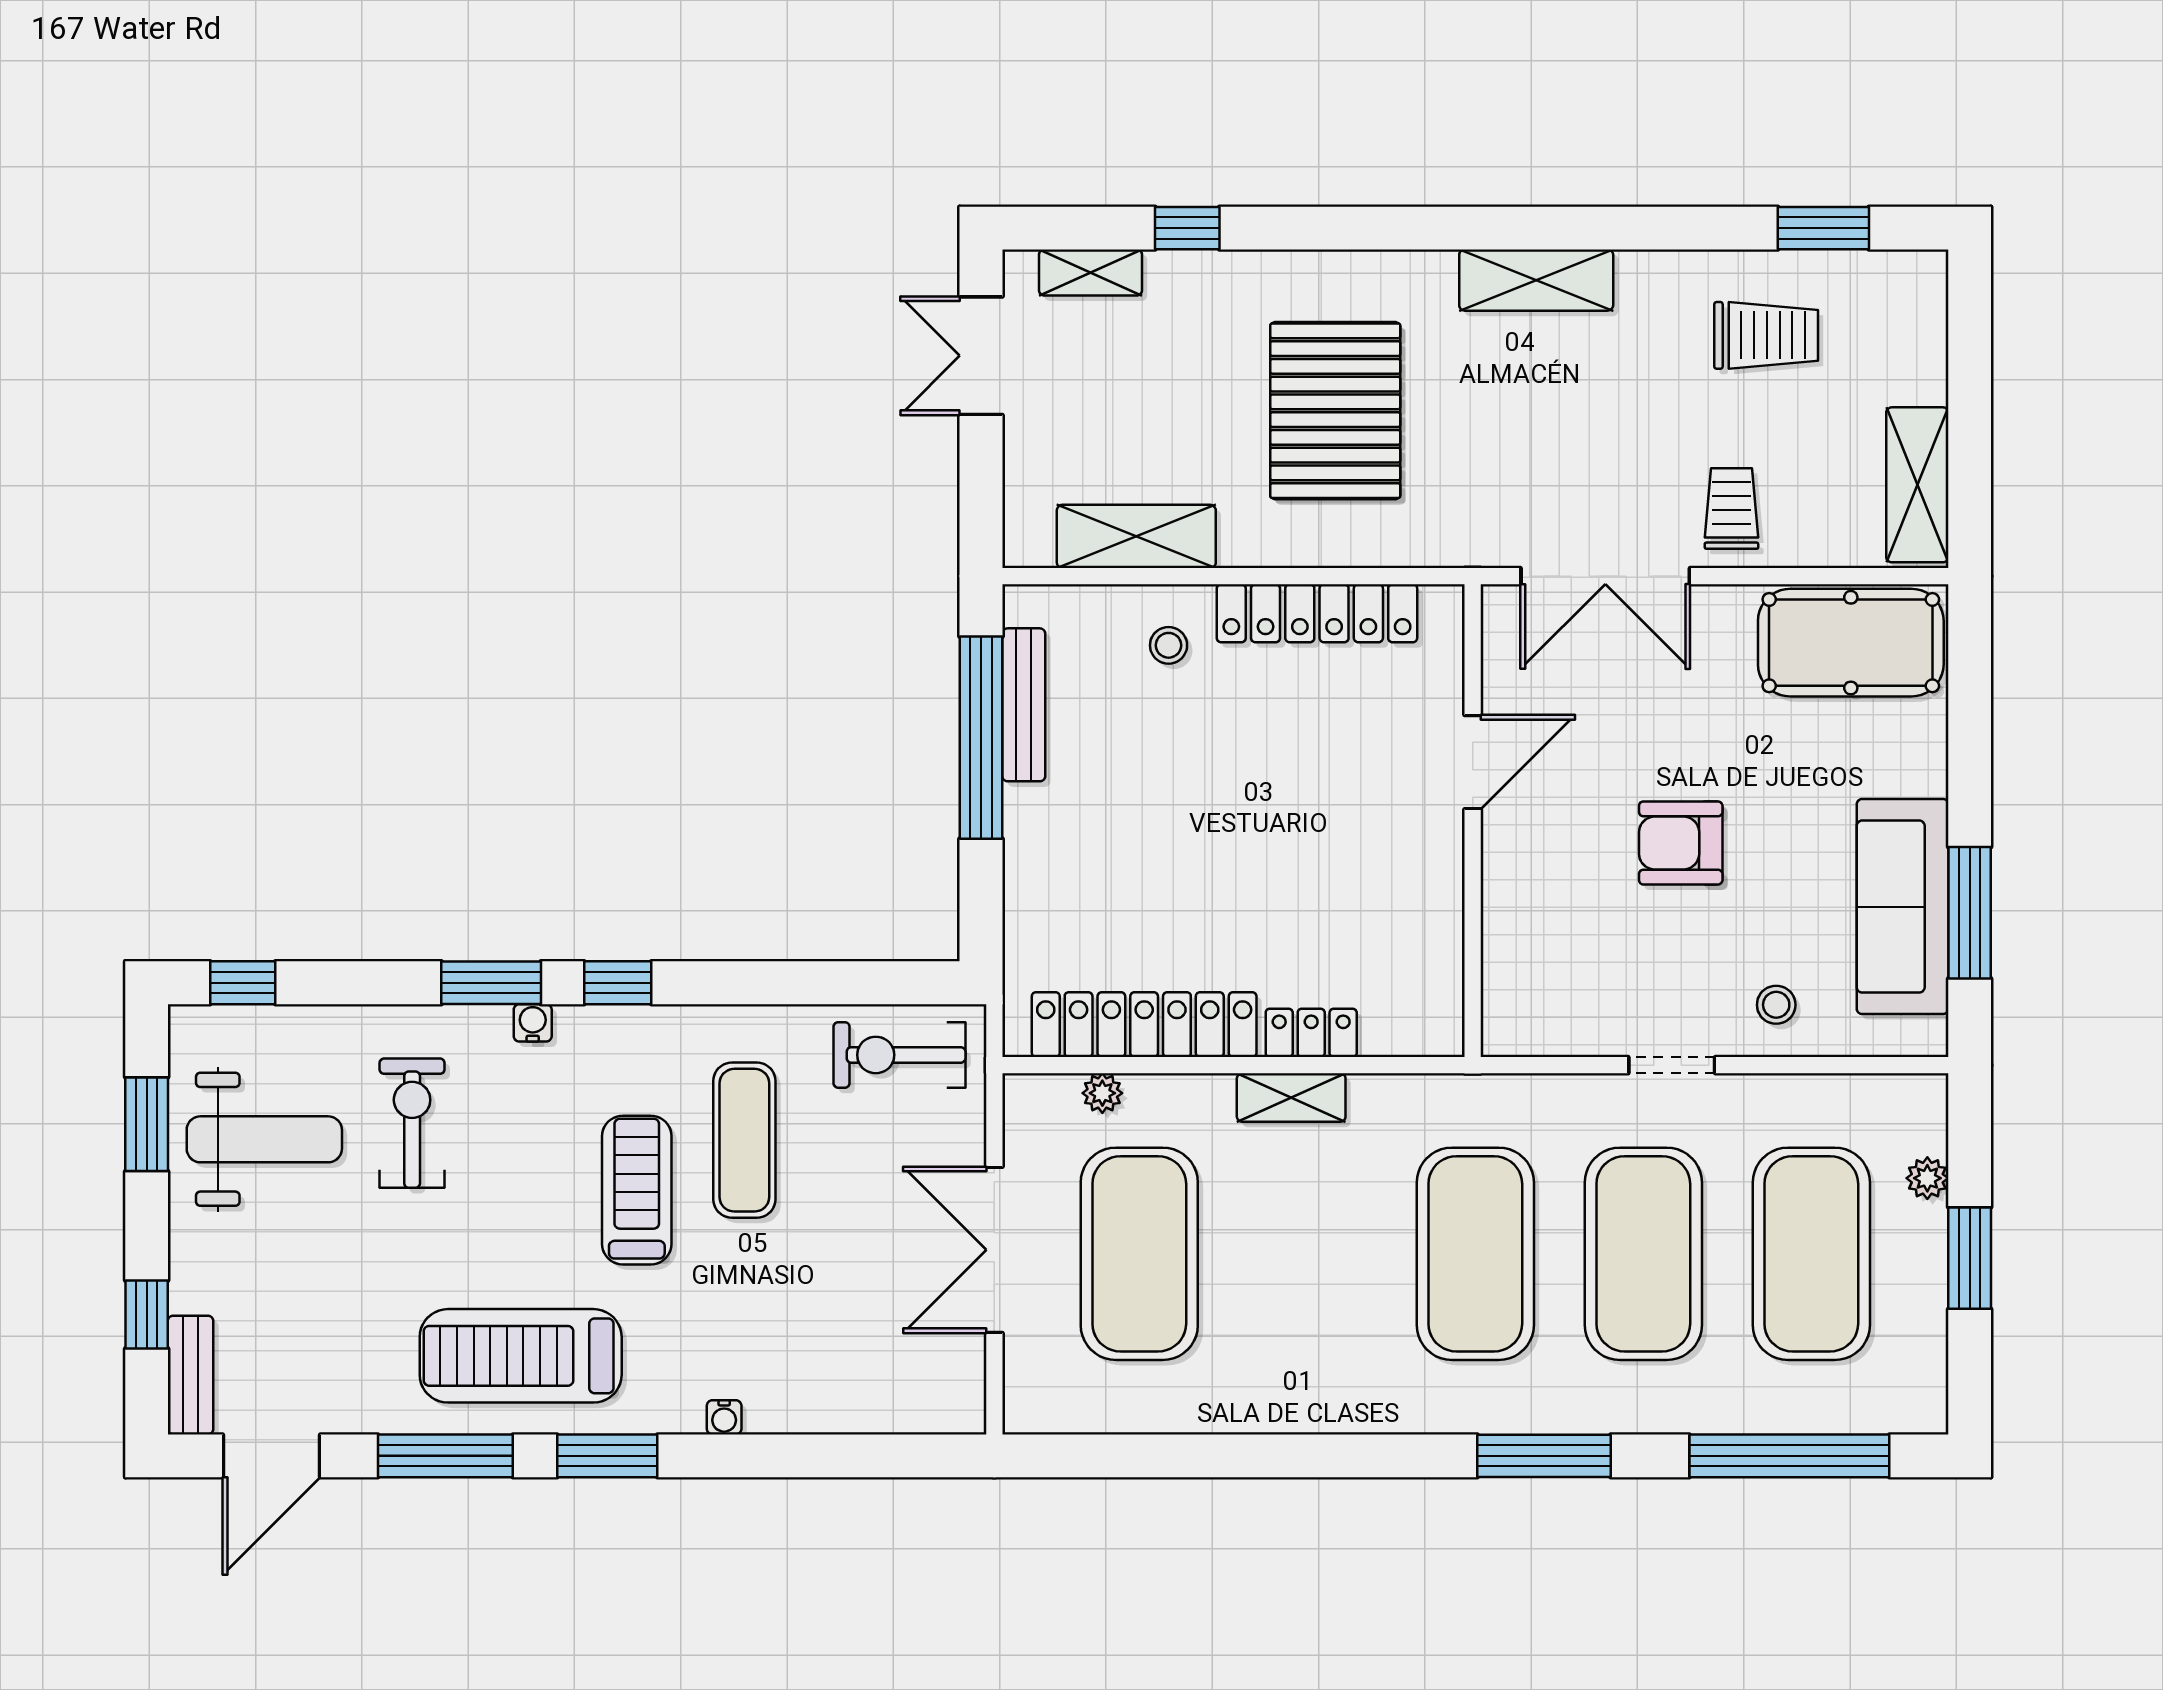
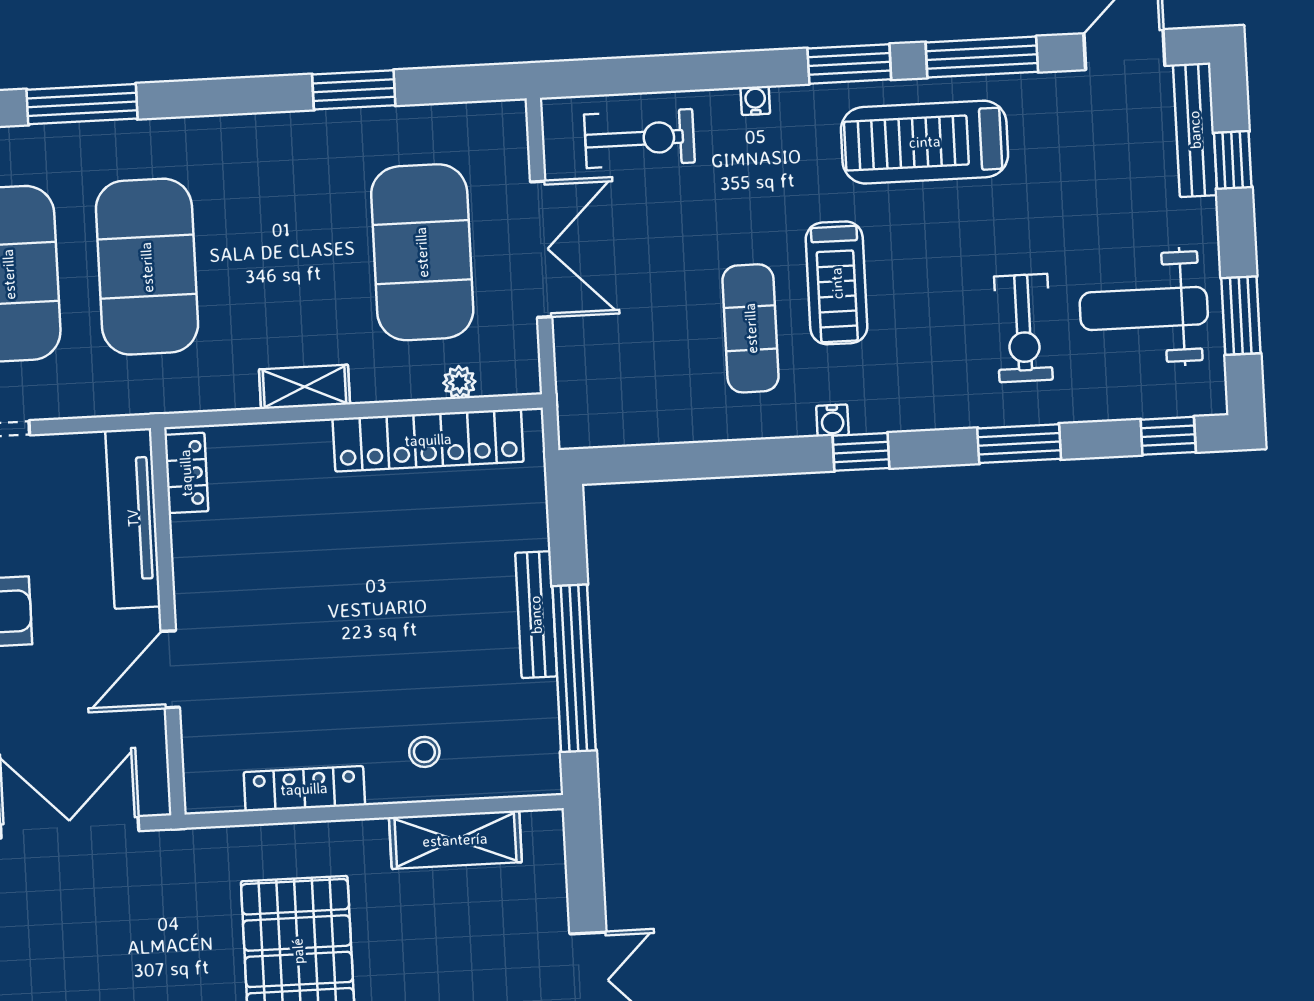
locker: (1317, 613) -> (304, 789), width x0.71, depth x0.83
bench: (1024, 705) -> (536, 615), moved
tv unit: (1509, 948) -> (133, 518), added
window: (491, 983) -> (1019, 444), moved
water cooler: (533, 1023) -> (832, 420), moved
locker: (1311, 1033) -> (186, 473), moved, turned -90
exercise bike: (899, 1055) -> (639, 138), moved
treadmill: (521, 1356) -> (925, 142), turned 180
bench: (191, 1375) -> (1195, 130), width x1.36
window: (1212, 1456) -> (354, 90), added

